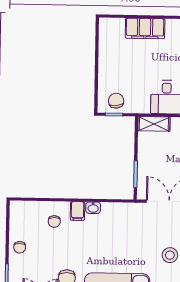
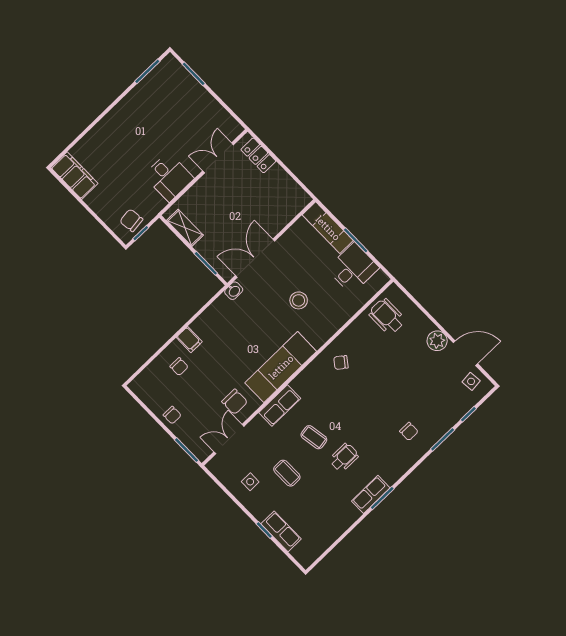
filing cabinet: (145, 28) -> (74, 176), moved, turned -90
shelving: (154, 124) -> (185, 228), moved, turned 90
washbasin: (93, 208) -> (234, 291), moved

